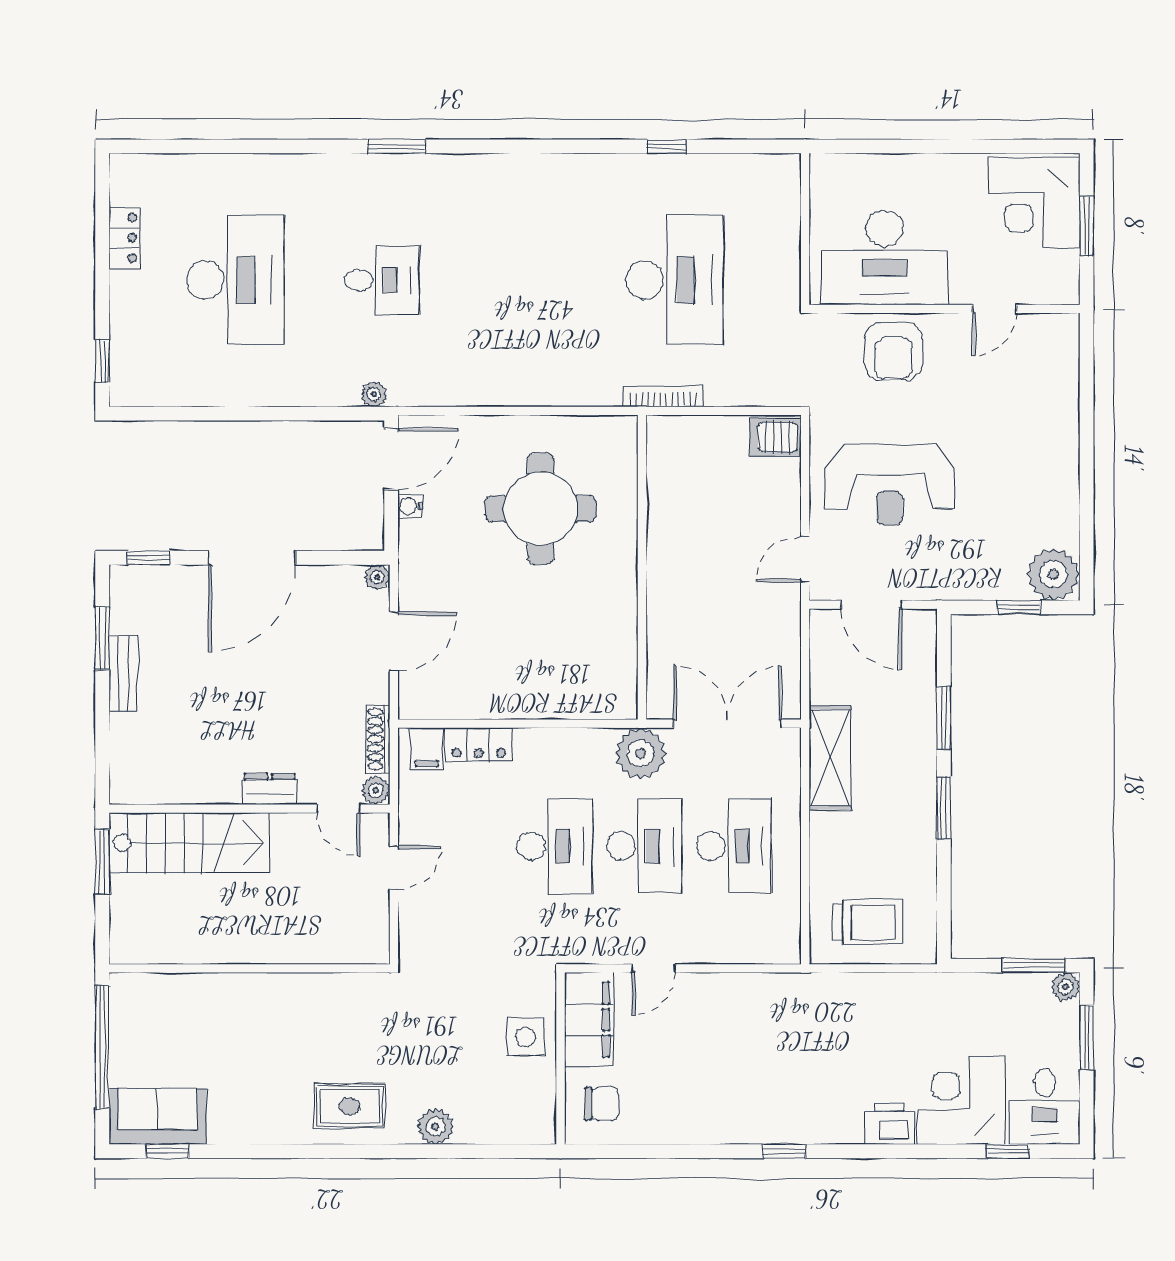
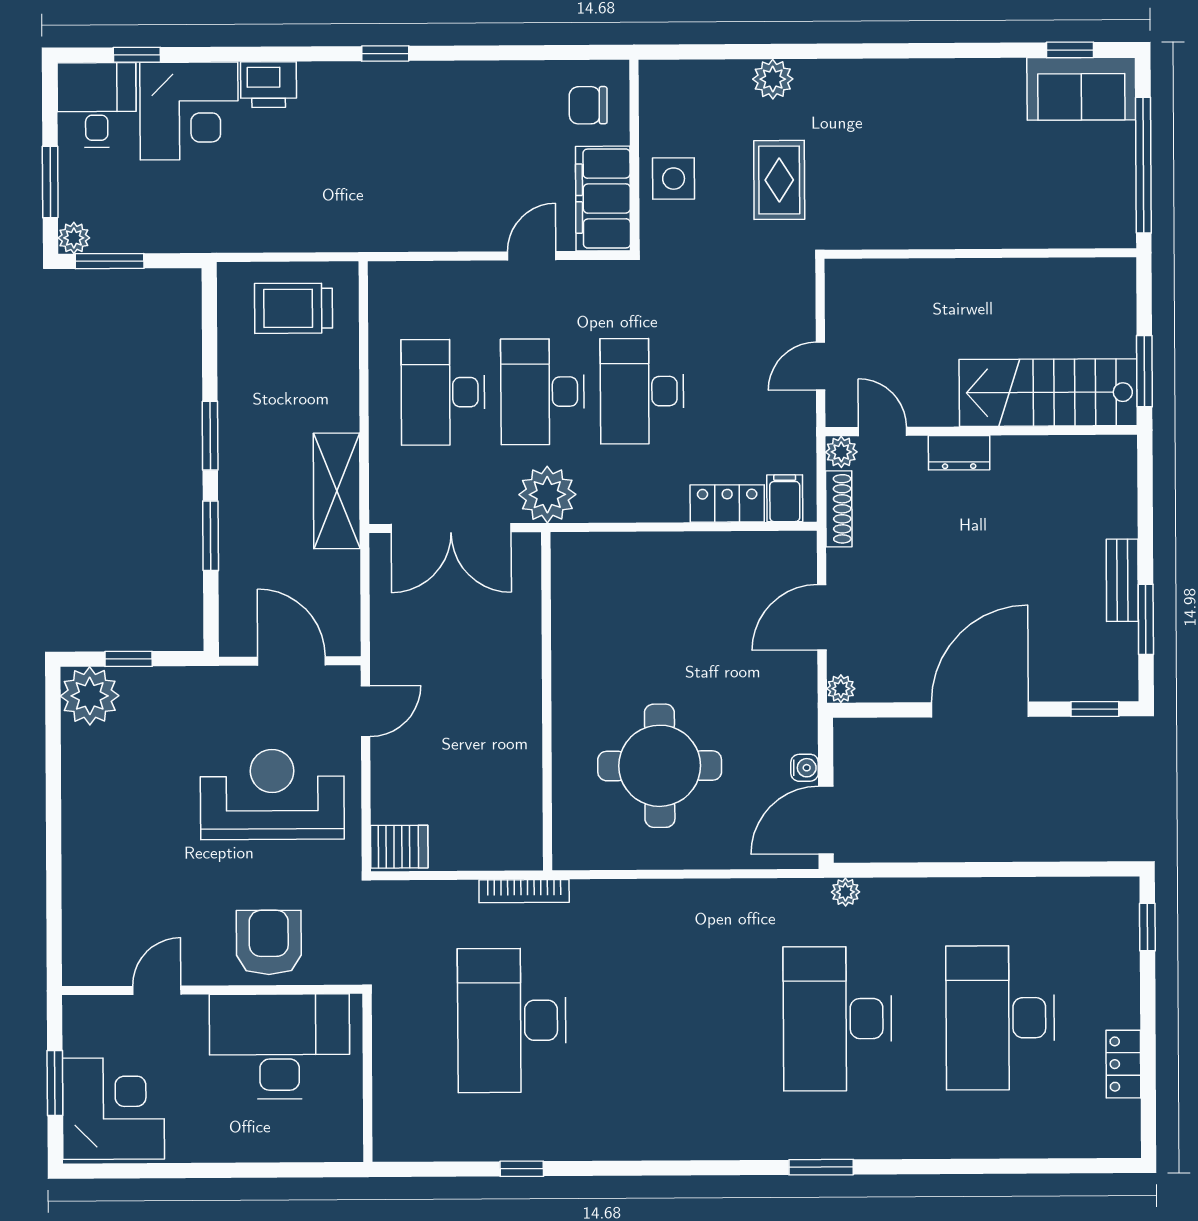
desk: (382, 280) -> (837, 1019), width x1.87, depth x1.30
rug: (350, 1106) -> (779, 180), moved, turned 90

